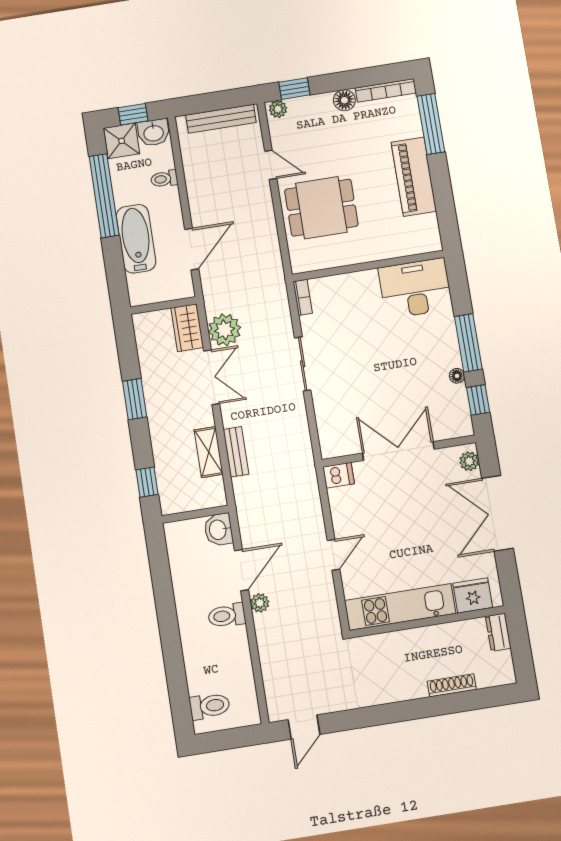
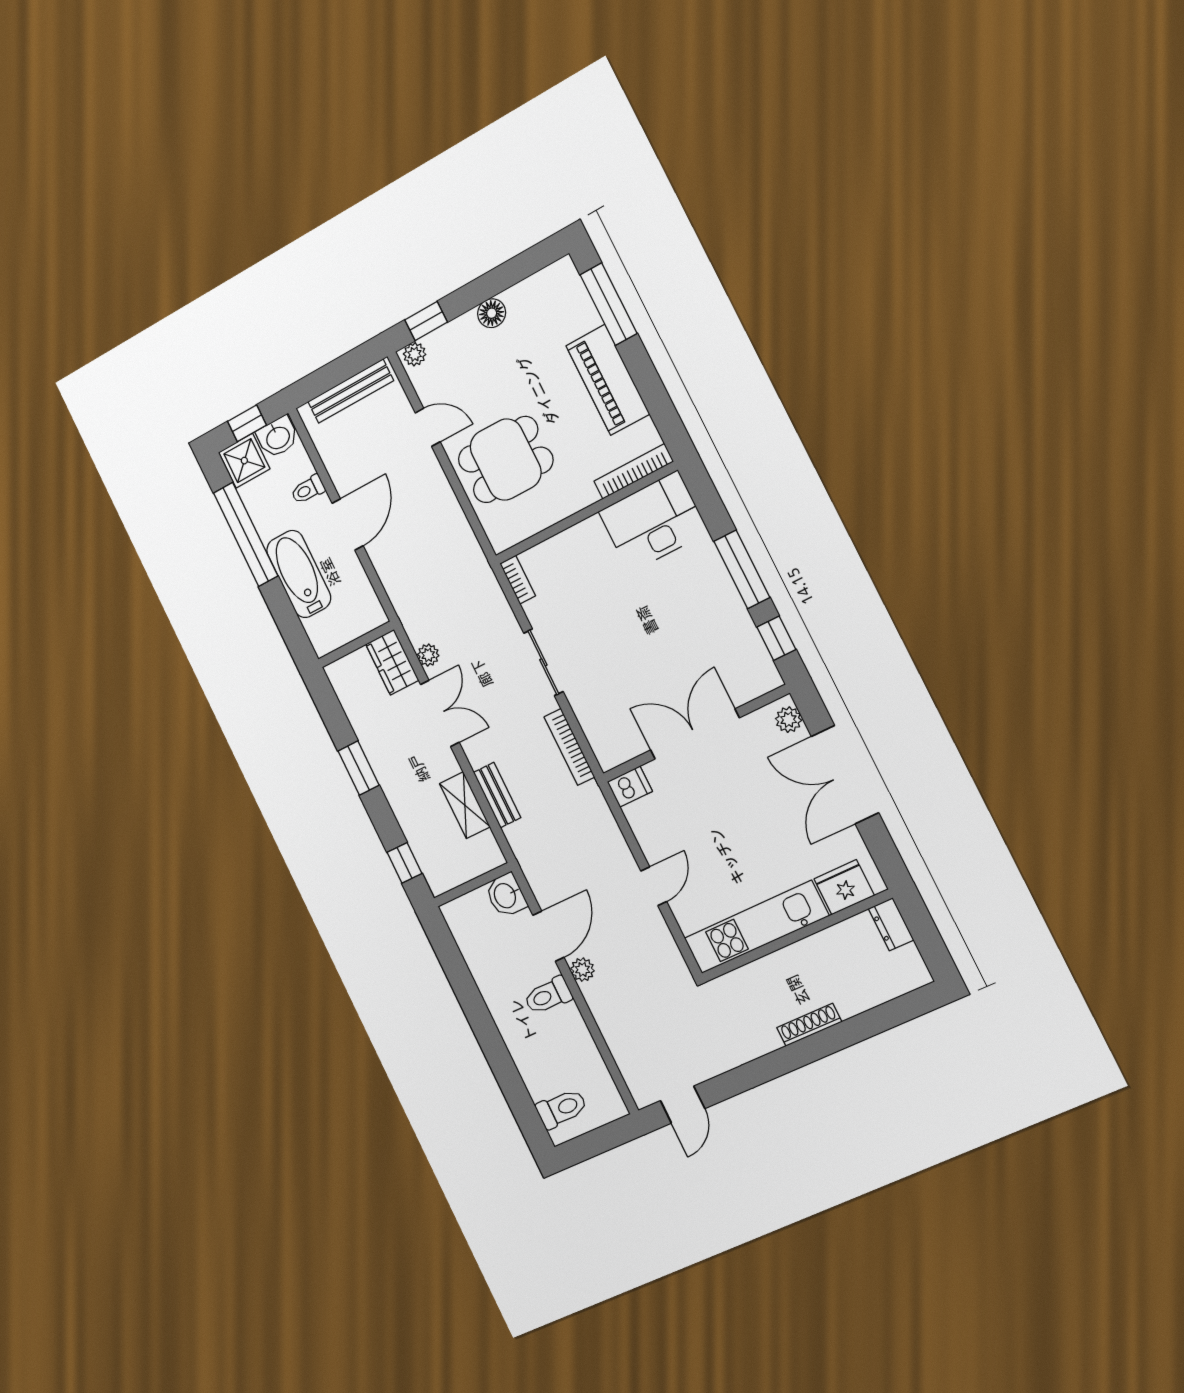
bookcase: (386, 90) -> (634, 471), moved, turned 180
door: (192, 249) -> (348, 524), moved
plant: (224, 330) -> (428, 655), width x0.53, depth x0.53
floor lamp: (457, 376) -> (740, 616), removed
bookcase: (302, 432) -> (569, 747), added
shoe rack: (452, 685) -> (809, 1025), moved

